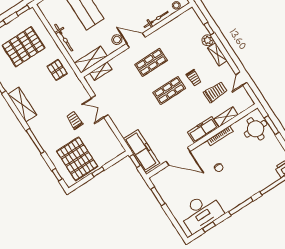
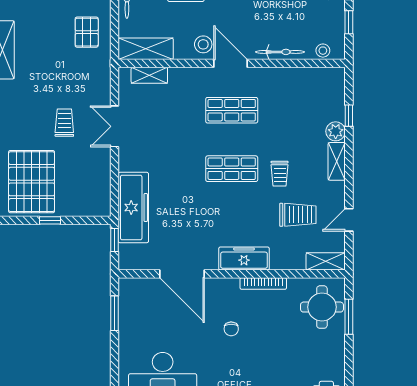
shelving: (226, 117) -> (326, 261), moved
freezer: (141, 151) -> (133, 208), moved

